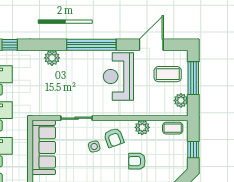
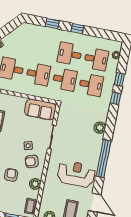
sofa: (44, 147) -> (40, 109), width x0.73

